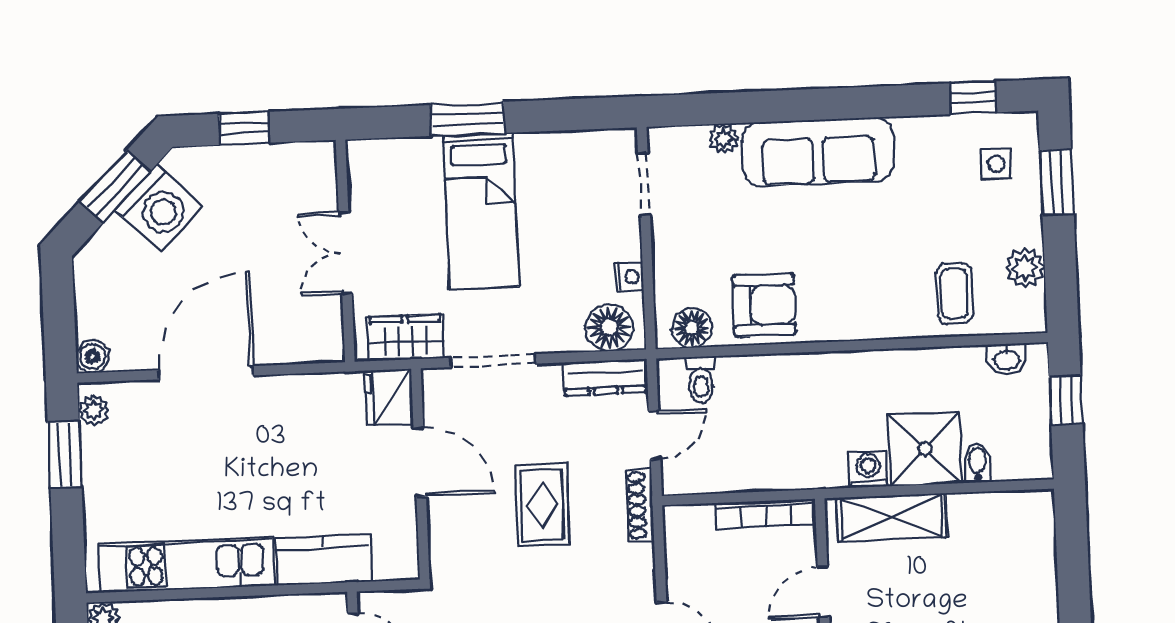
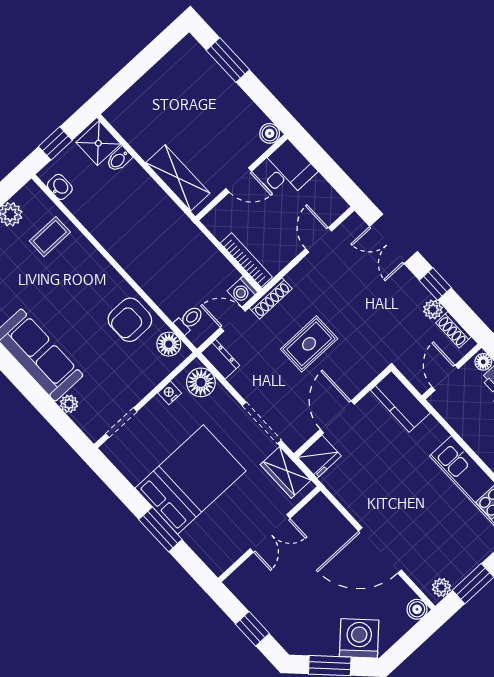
washing machine: (159, 208) -> (359, 638), moved
bed: (481, 211) -> (190, 479), width x1.50
armchair: (764, 305) -> (130, 320), turned -90
dresser: (605, 377) -> (220, 359), width x0.70
shower: (925, 449) -> (98, 143), moved, width x0.73, depth x0.73
washing machine: (868, 469) -> (242, 292), moved
bookcase: (766, 514) -> (246, 260), moved
kitchen counter: (324, 560) -> (400, 402), moved

